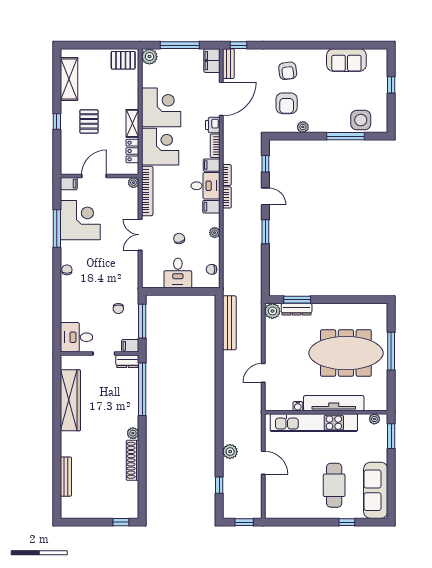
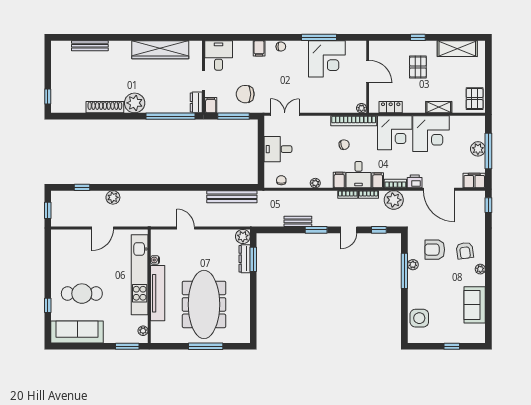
plant: (308, 54) -> (480, 269), added
plant: (149, 57) -> (478, 149), moved
bench: (228, 64) -> (298, 221), moved
armchair: (288, 71) -> (465, 251), turned -91
pallet: (89, 121) -> (418, 67), turned 90
shelving: (132, 123) -> (439, 107), moved
window: (346, 136) -> (404, 271), moved
plant: (233, 148) -> (394, 200), added
filing cabinet: (69, 184) -> (259, 48), moved
double door: (140, 235) -> (285, 114), moved
chair: (179, 239) -> (344, 145), moved
chair: (118, 308) -> (245, 94), width x1.87, depth x1.87
plant: (133, 433) -> (135, 103), width x1.87, depth x1.87

